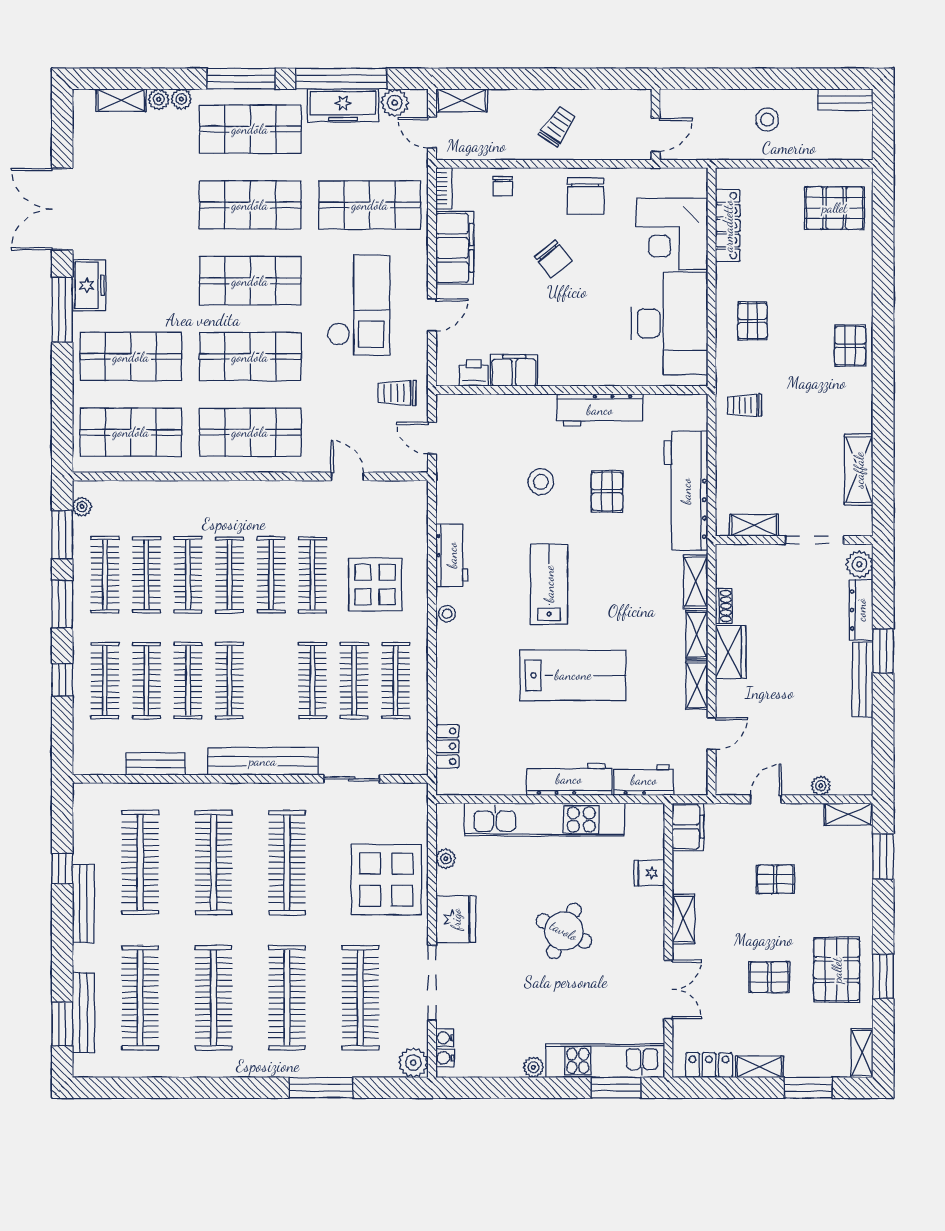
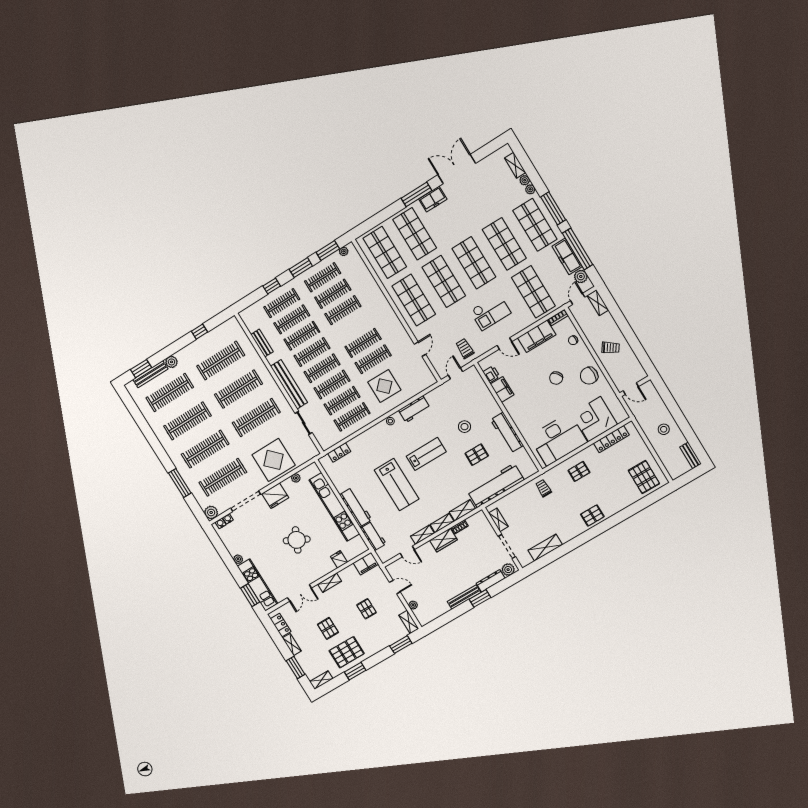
checkout: (359, 305) -> (491, 312), width x0.73, depth x0.83
clothes rail: (230, 575) -> (322, 368), moved
bench: (83, 904) -> (191, 348), removed
plant: (85, 958) -> (171, 362), added

